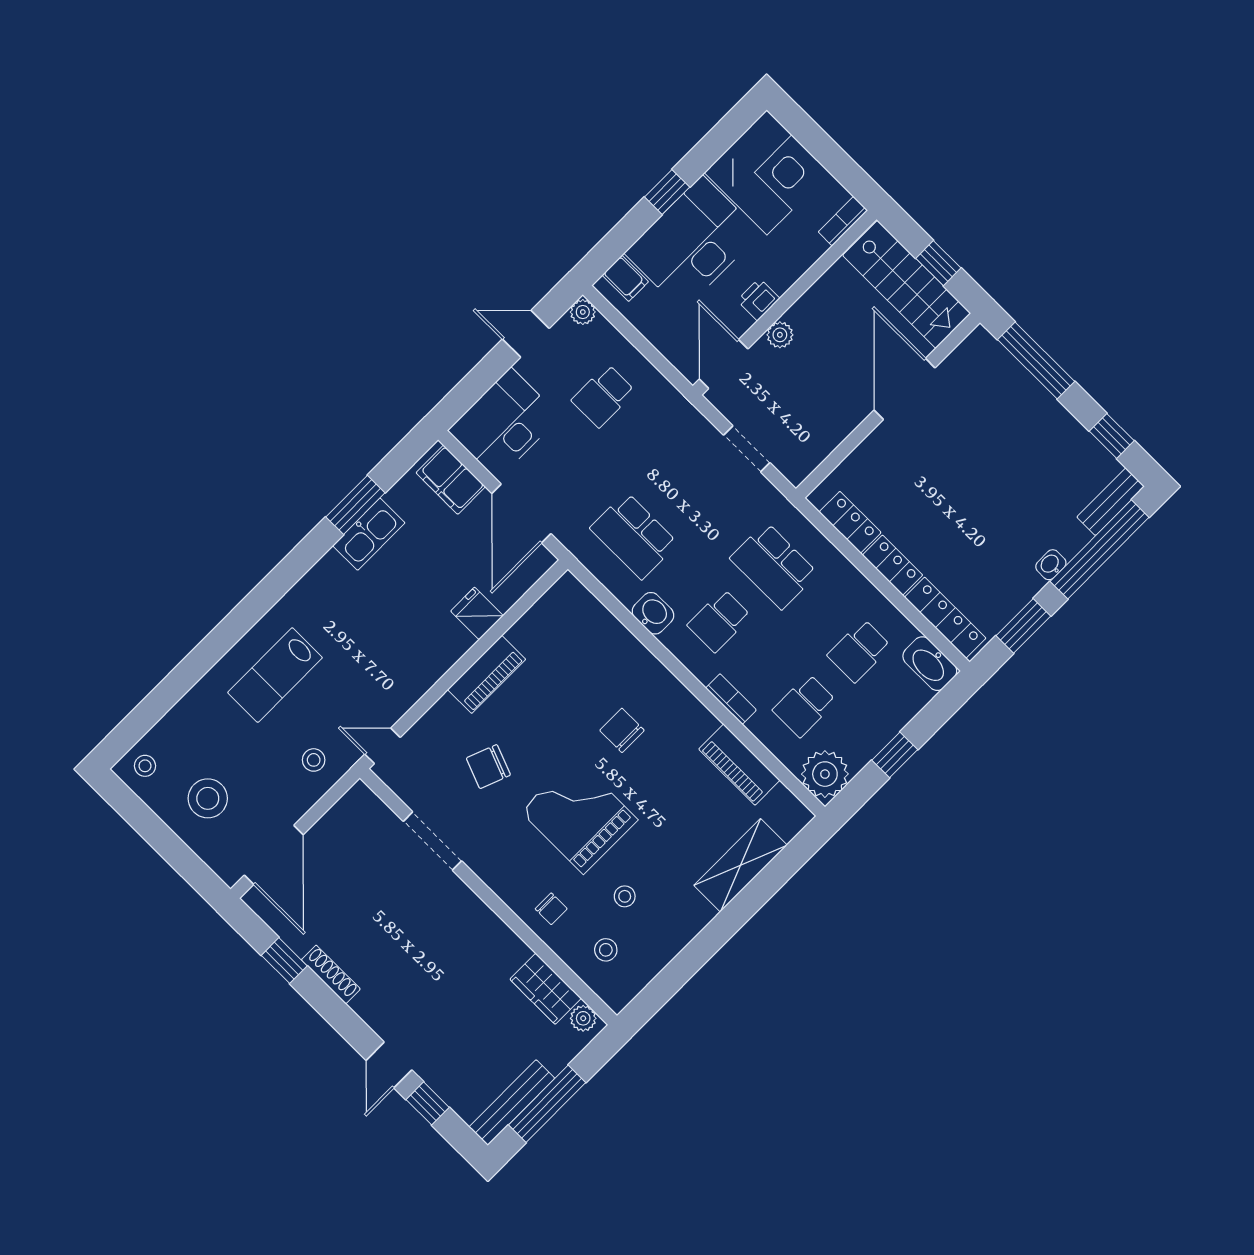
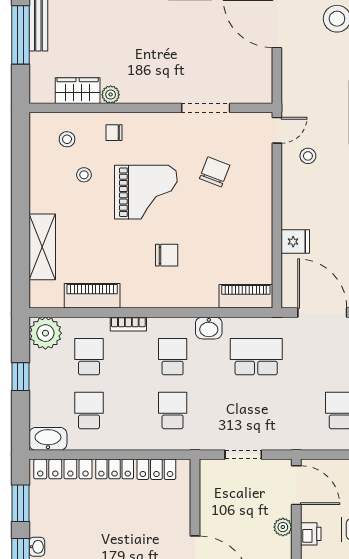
school desk: (774, 566) -> (173, 410), width x0.54
piano: (487, 674) -> (246, 296), moved, turned 90
stool: (314, 760) -> (308, 156), moved
plant: (583, 1018) -> (111, 95), moved

